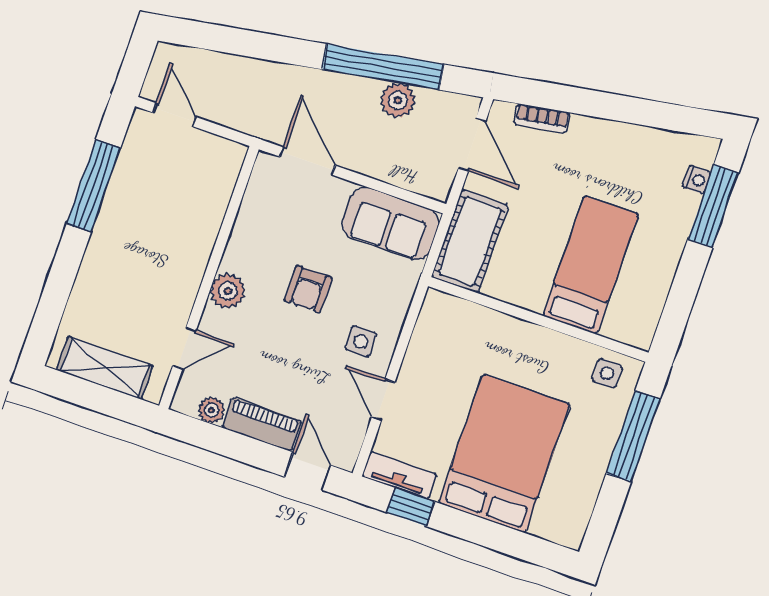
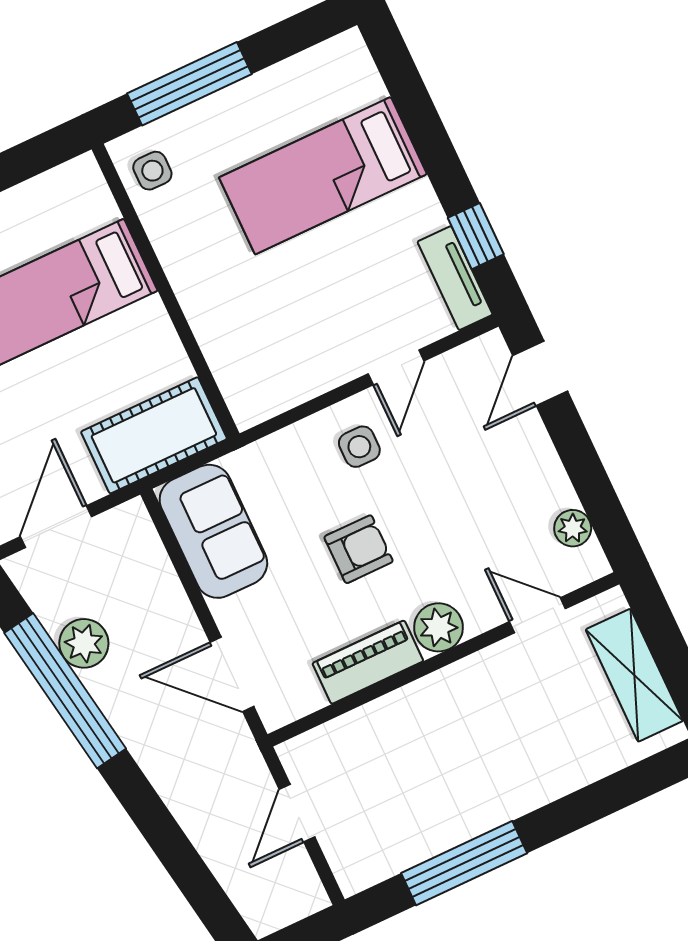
door: (174, 115) -> (297, 813), moved
door: (307, 161) -> (232, 674), hinge flipped
piano: (262, 424) -> (368, 662), moved, turned 90
bed: (504, 454) -> (323, 176), width x0.67

